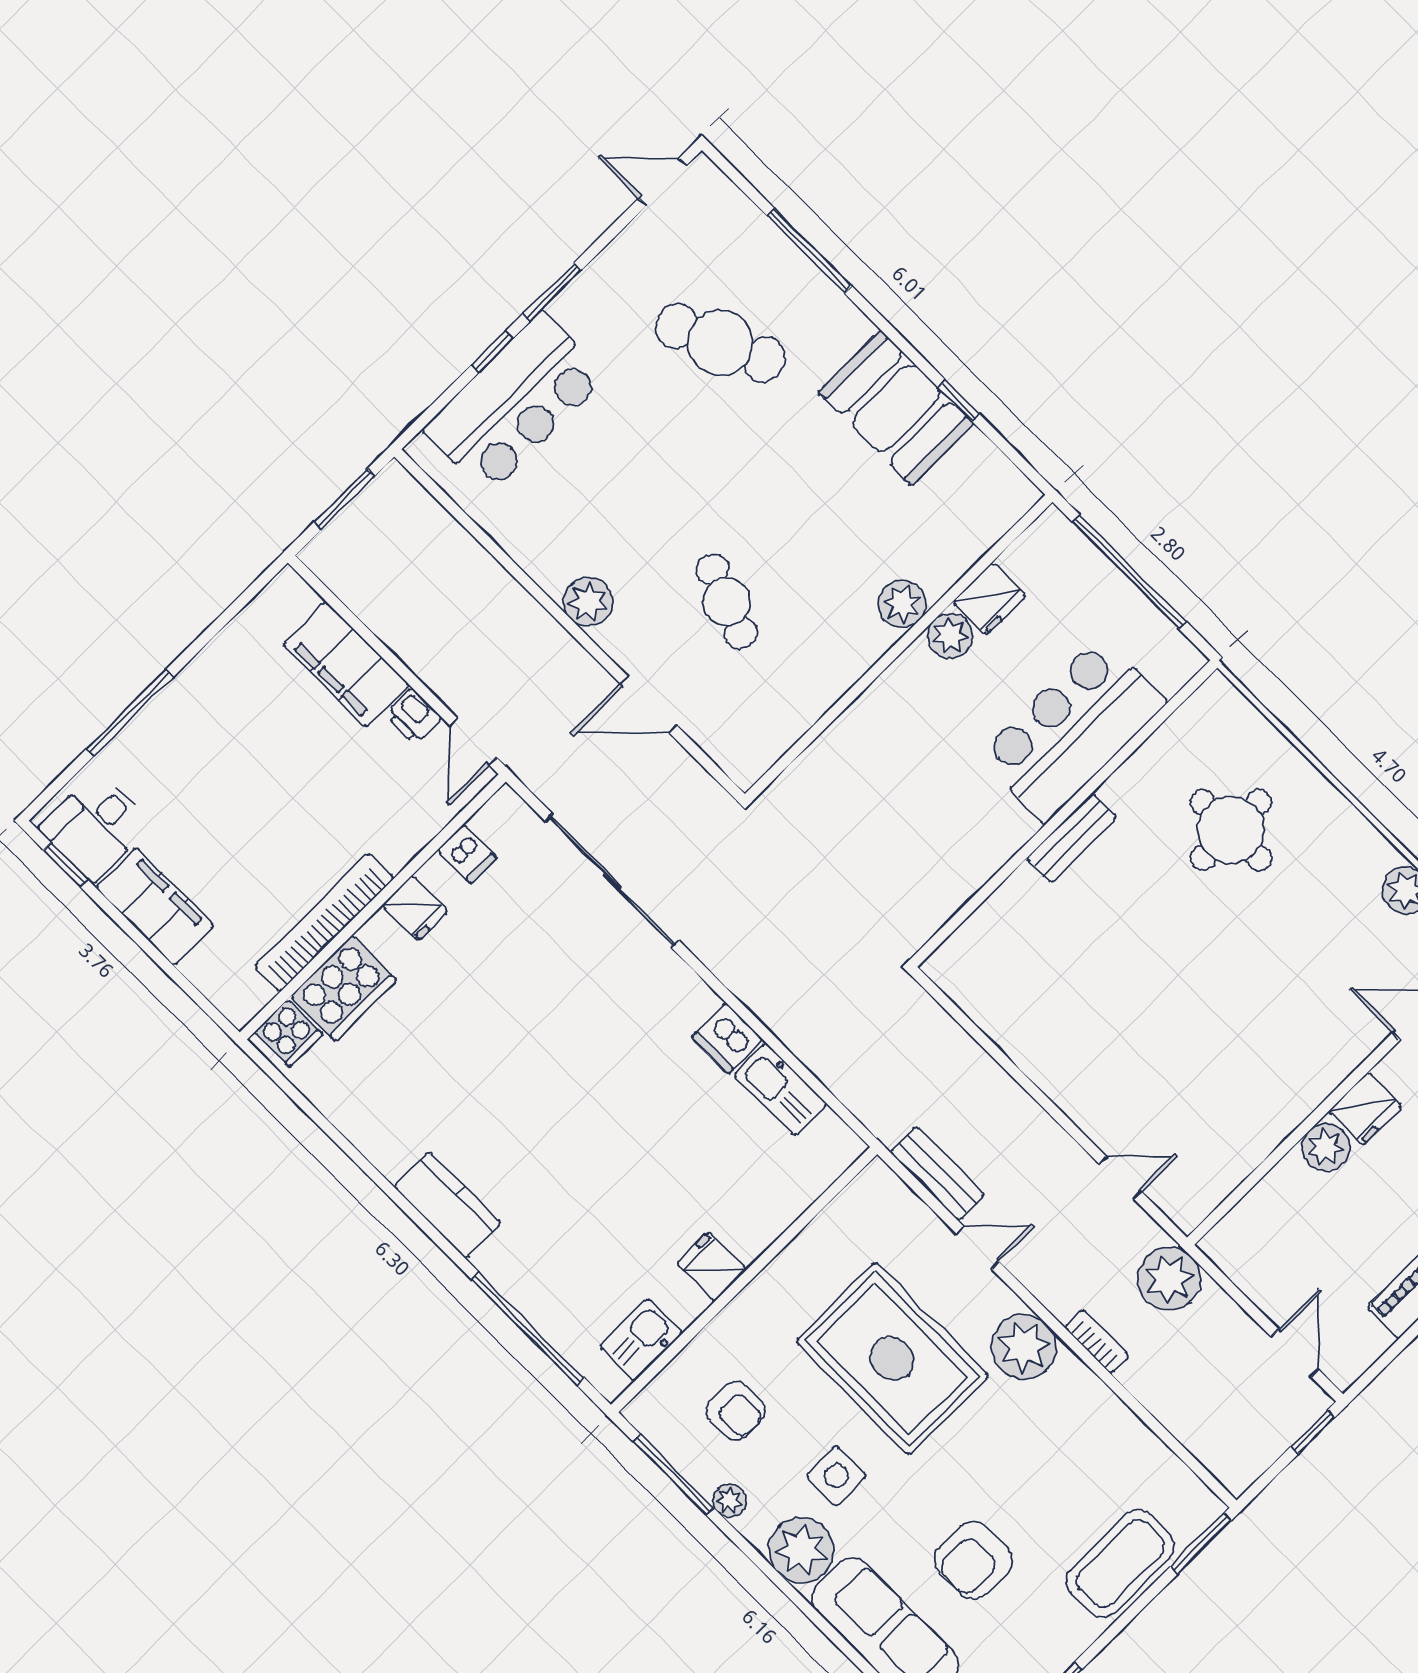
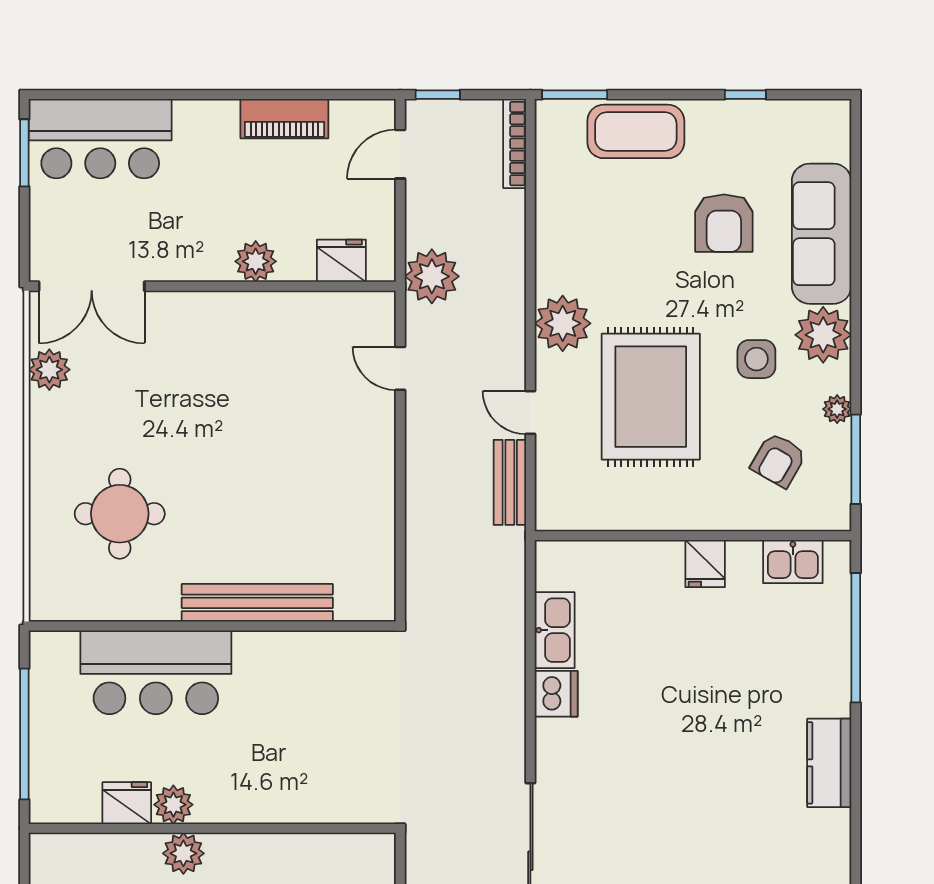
bench: (1072, 838) -> (257, 603), width x1.86, depth x1.21
fridge: (1365, 1109) -> (341, 261), moved
bookcase: (1097, 1342) -> (515, 144), moved, width x1.56
armchair: (736, 1411) -> (778, 460), turned -150
armchair: (974, 1560) -> (724, 223), turned 90

